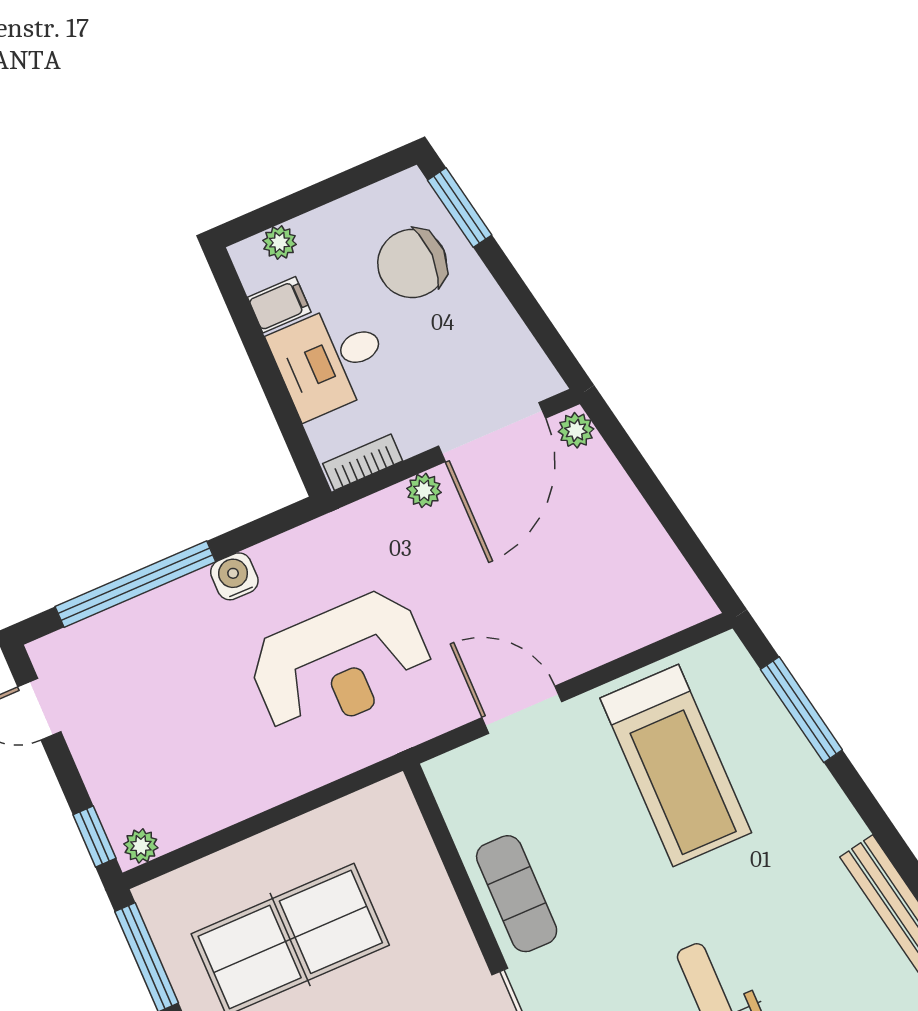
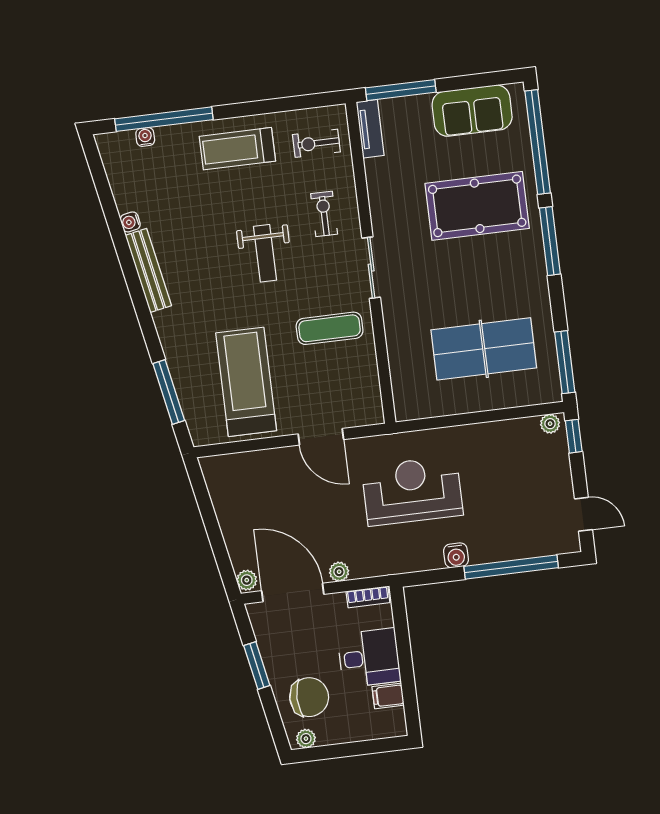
window: (460, 208) -> (257, 665), moved
plant: (280, 242) -> (306, 739), moved
door: (492, 432) -> (293, 593), hinge flipped
exercise mat: (517, 894) -> (330, 328), moved, turned 90

